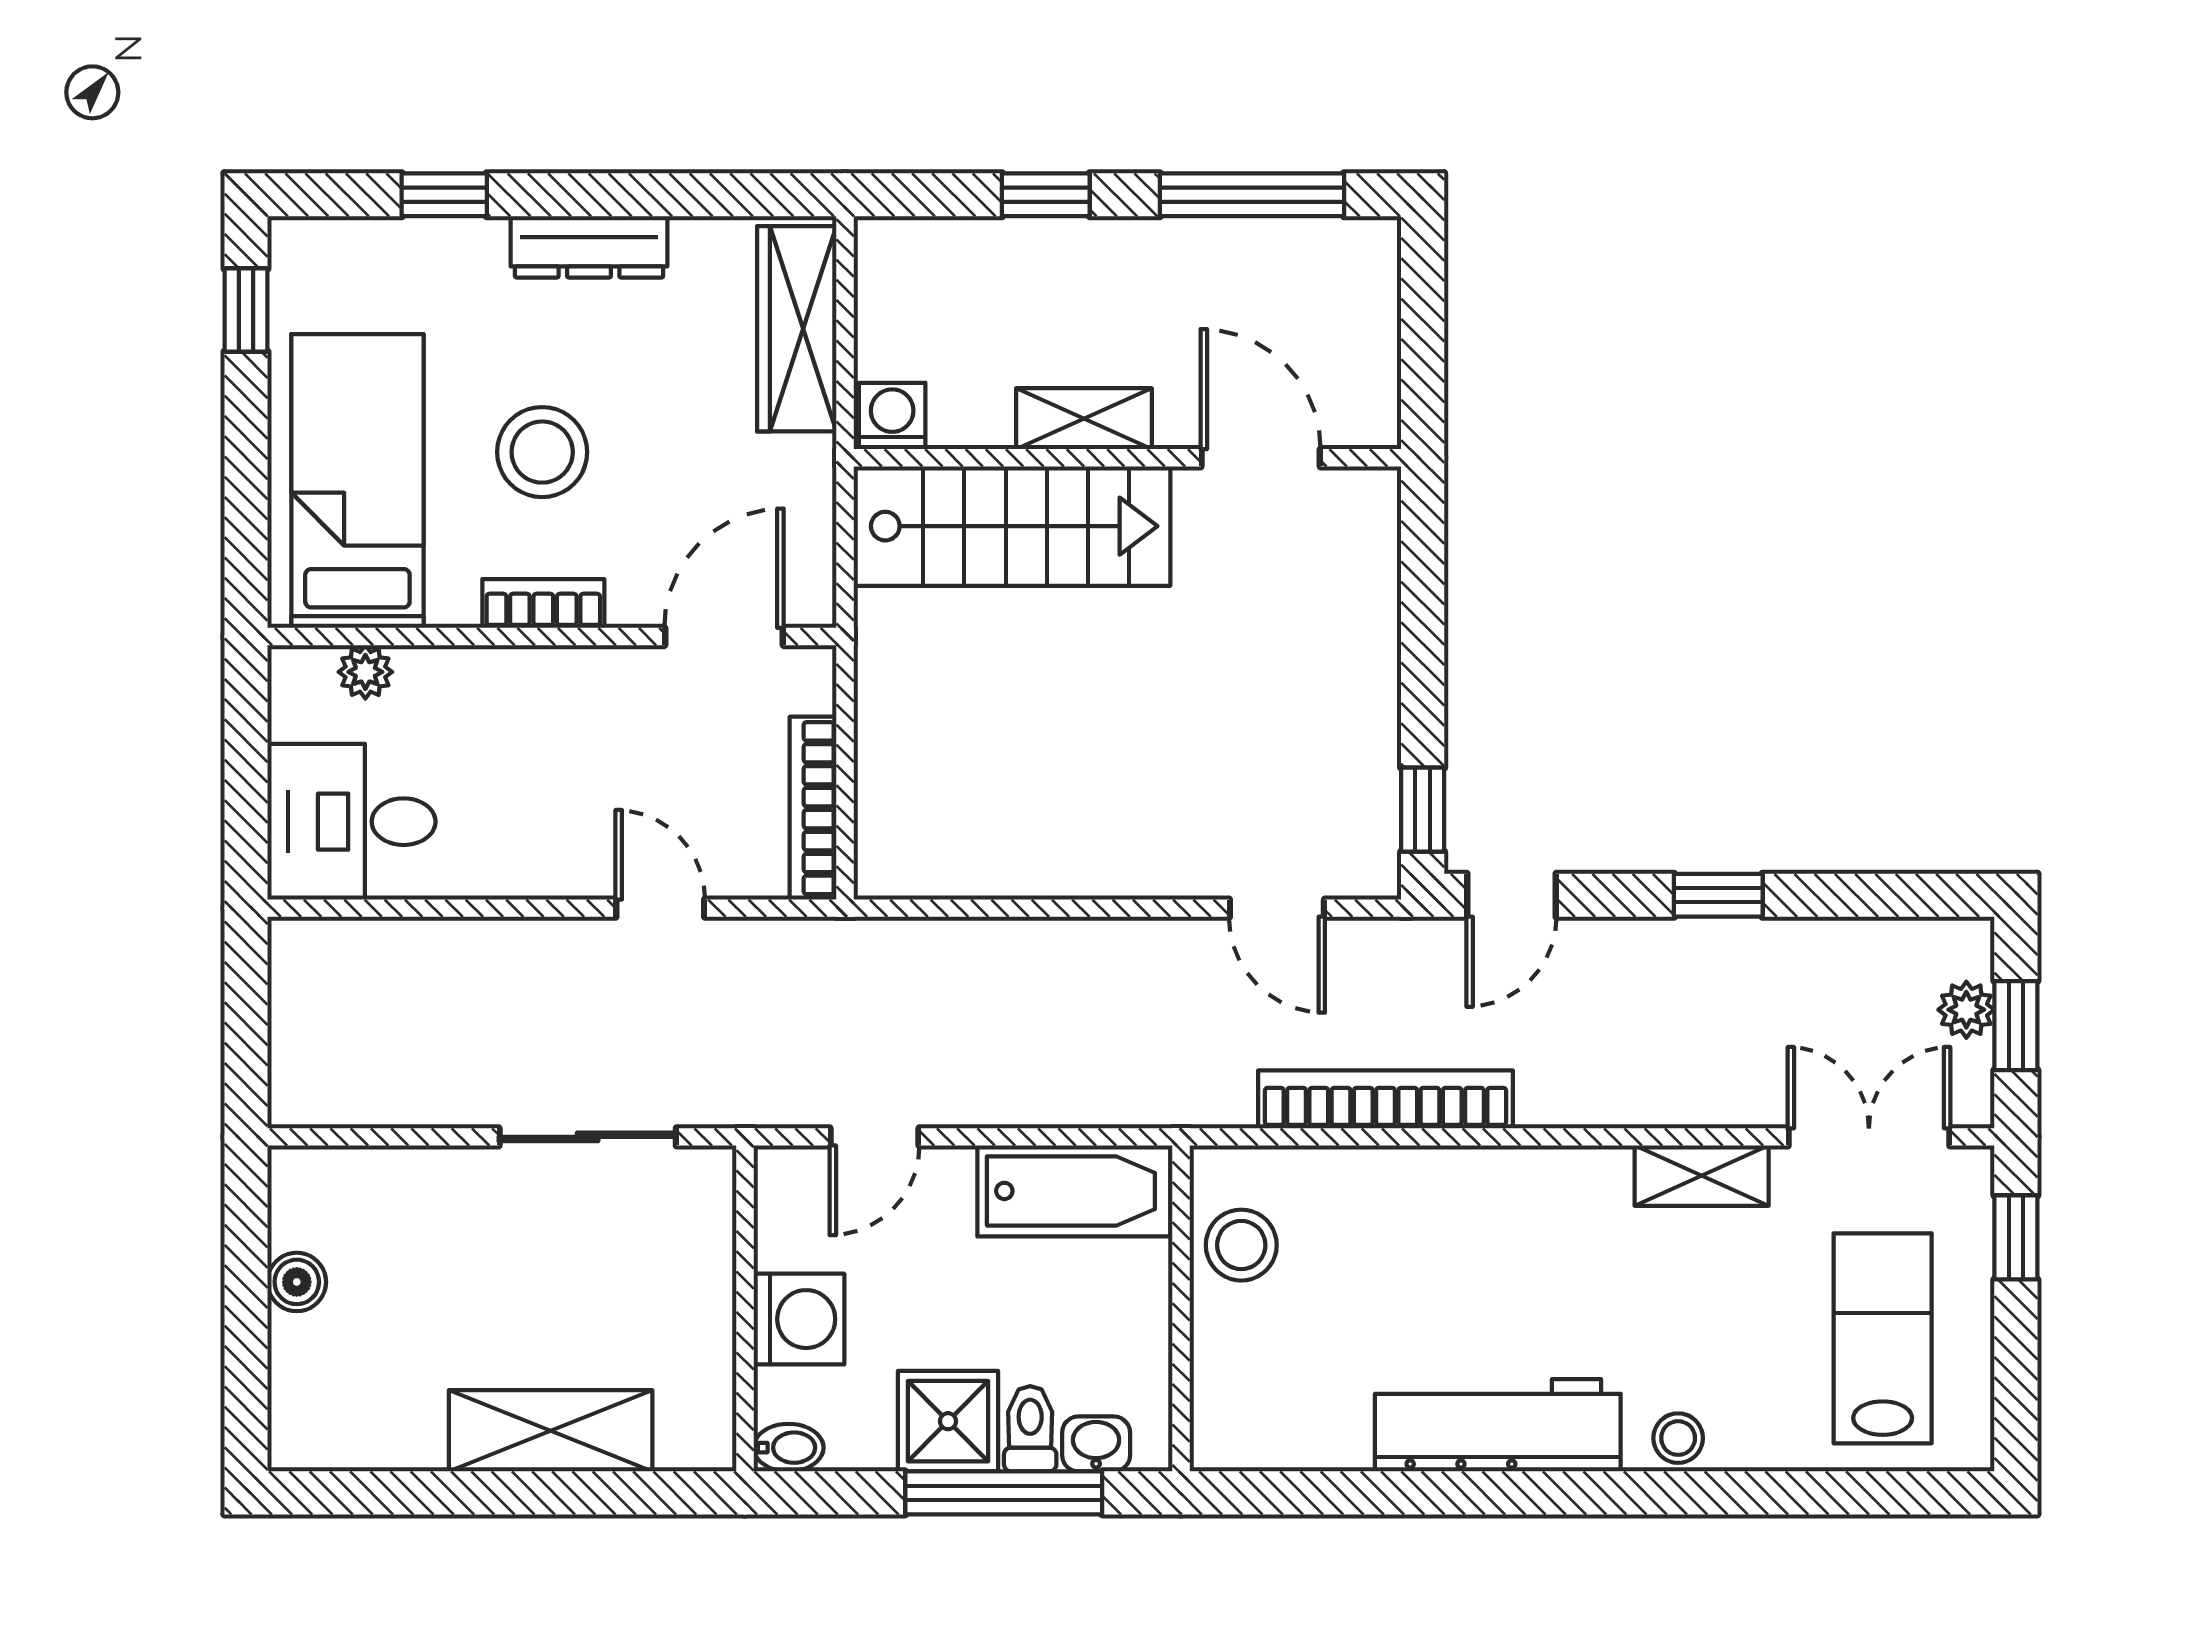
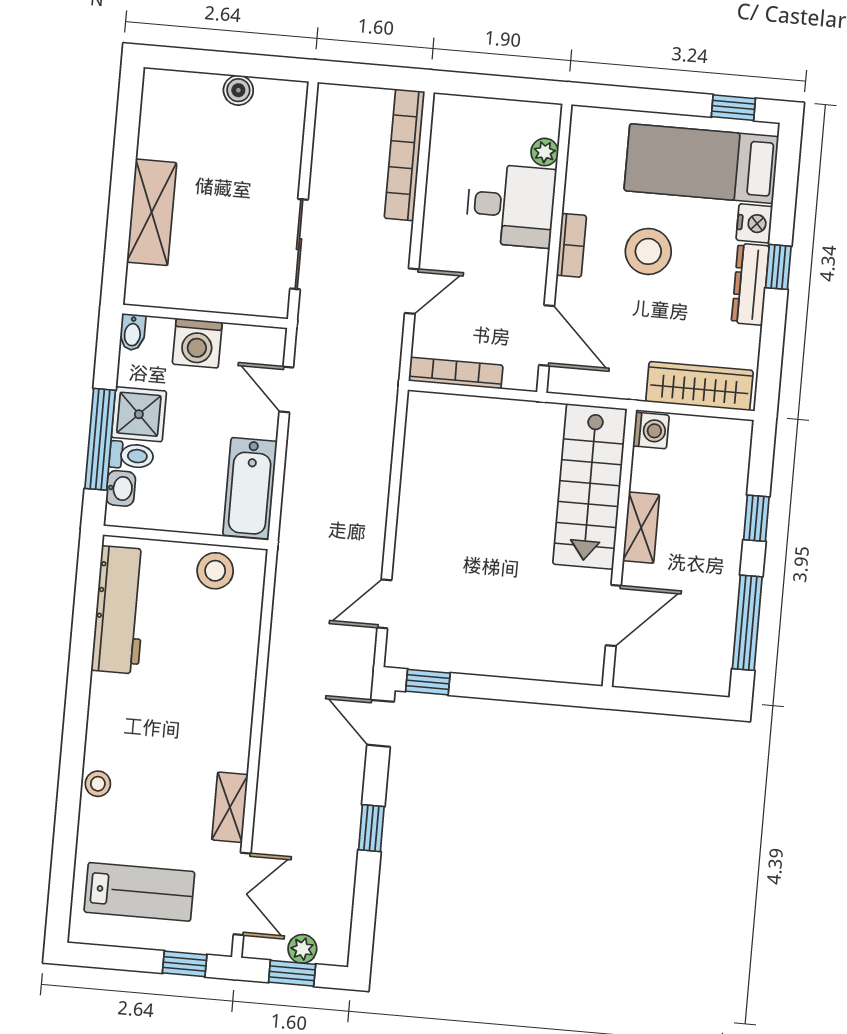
window: (444, 195) -> (778, 267), moved
nightstand: (469, 249) -> (754, 223), added
bed: (357, 481) -> (701, 164), moved, turned 180
desk: (351, 822) -> (511, 205), moved, turned 90
bookcase: (1385, 1099) -> (405, 155), moved, turned 180
workbench: (1498, 1425) -> (120, 610), moved

